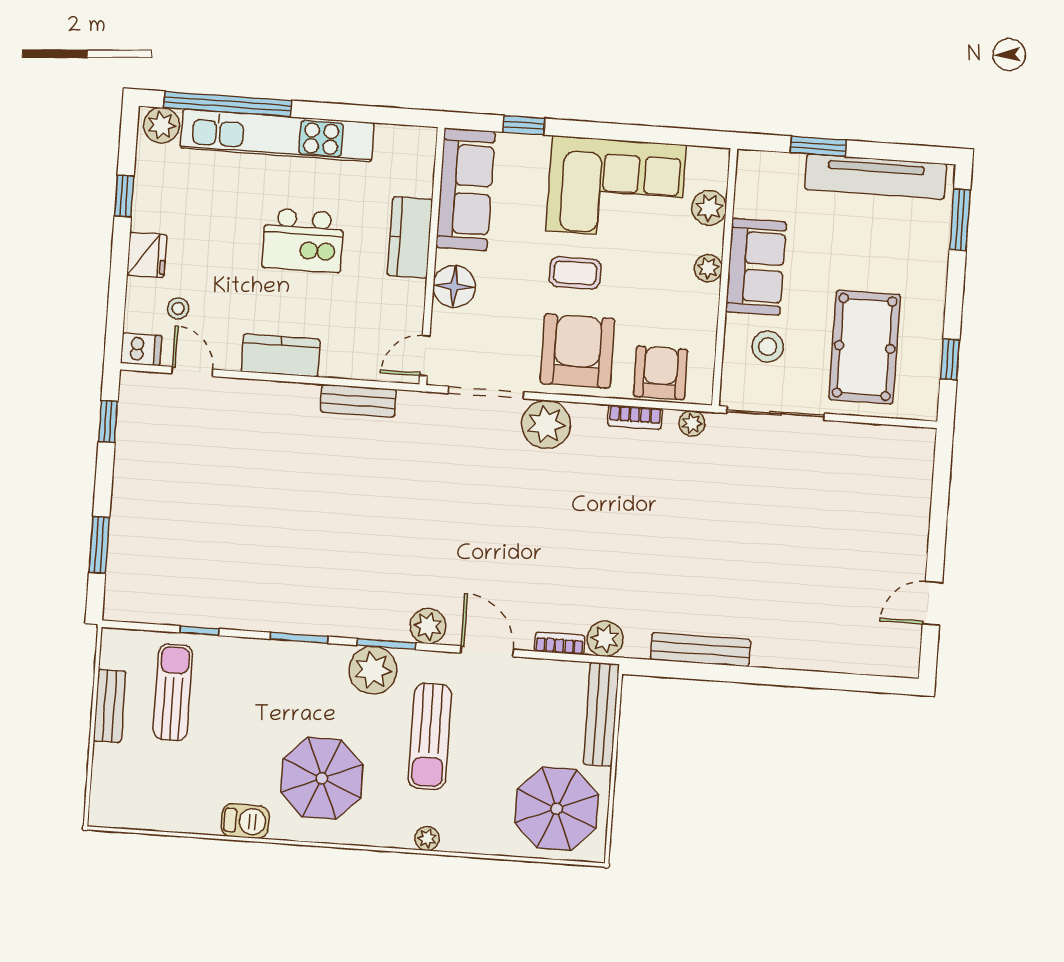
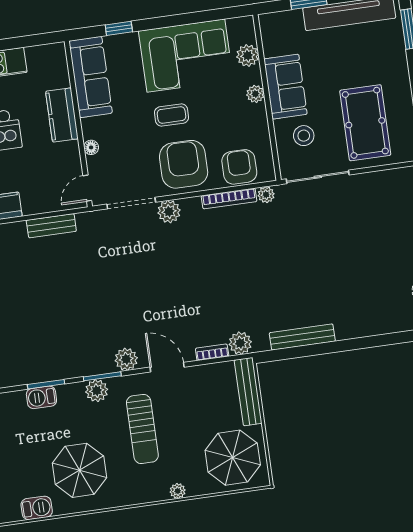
floor lamp: (454, 286) -> (91, 147), width x0.53, depth x0.53
bookcase: (635, 417) -> (229, 199), width x1.56
plant: (546, 424) -> (169, 212), width x0.73, depth x0.73
barbecue: (288, 656) -> (41, 397), added
plant: (373, 670) -> (97, 391), width x0.73, depth x0.73
plant: (427, 839) -> (178, 491), moved

